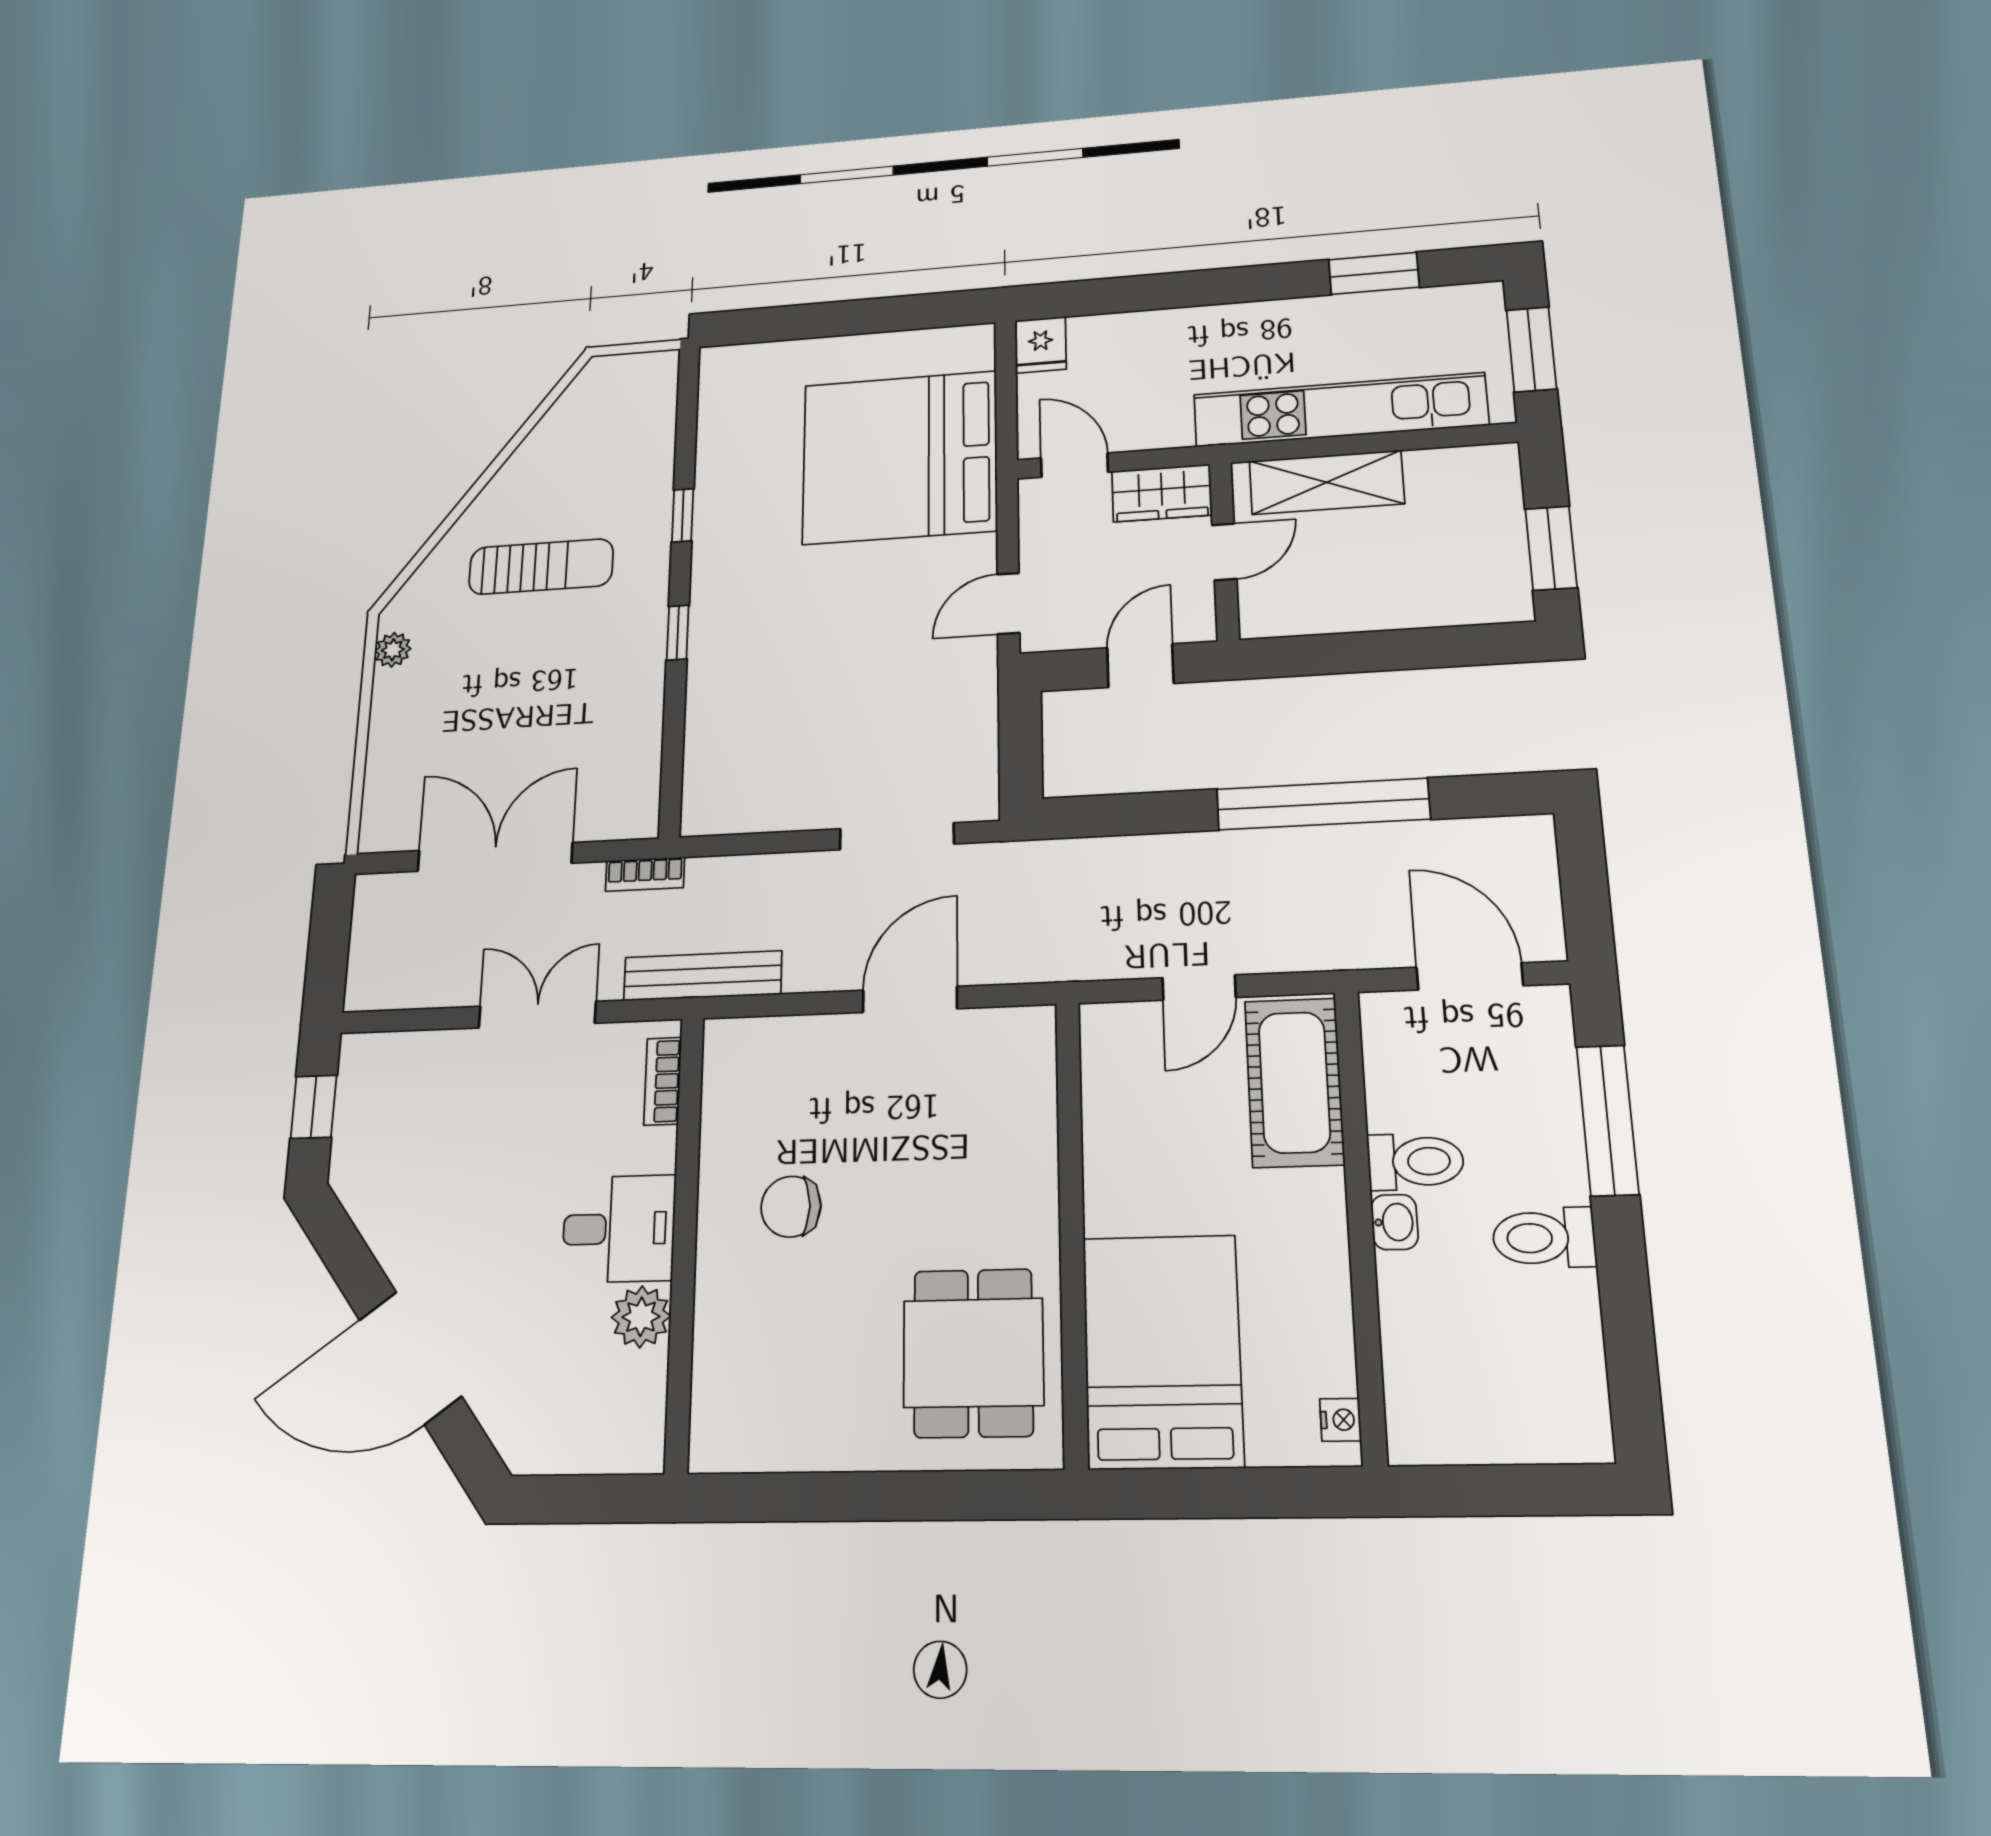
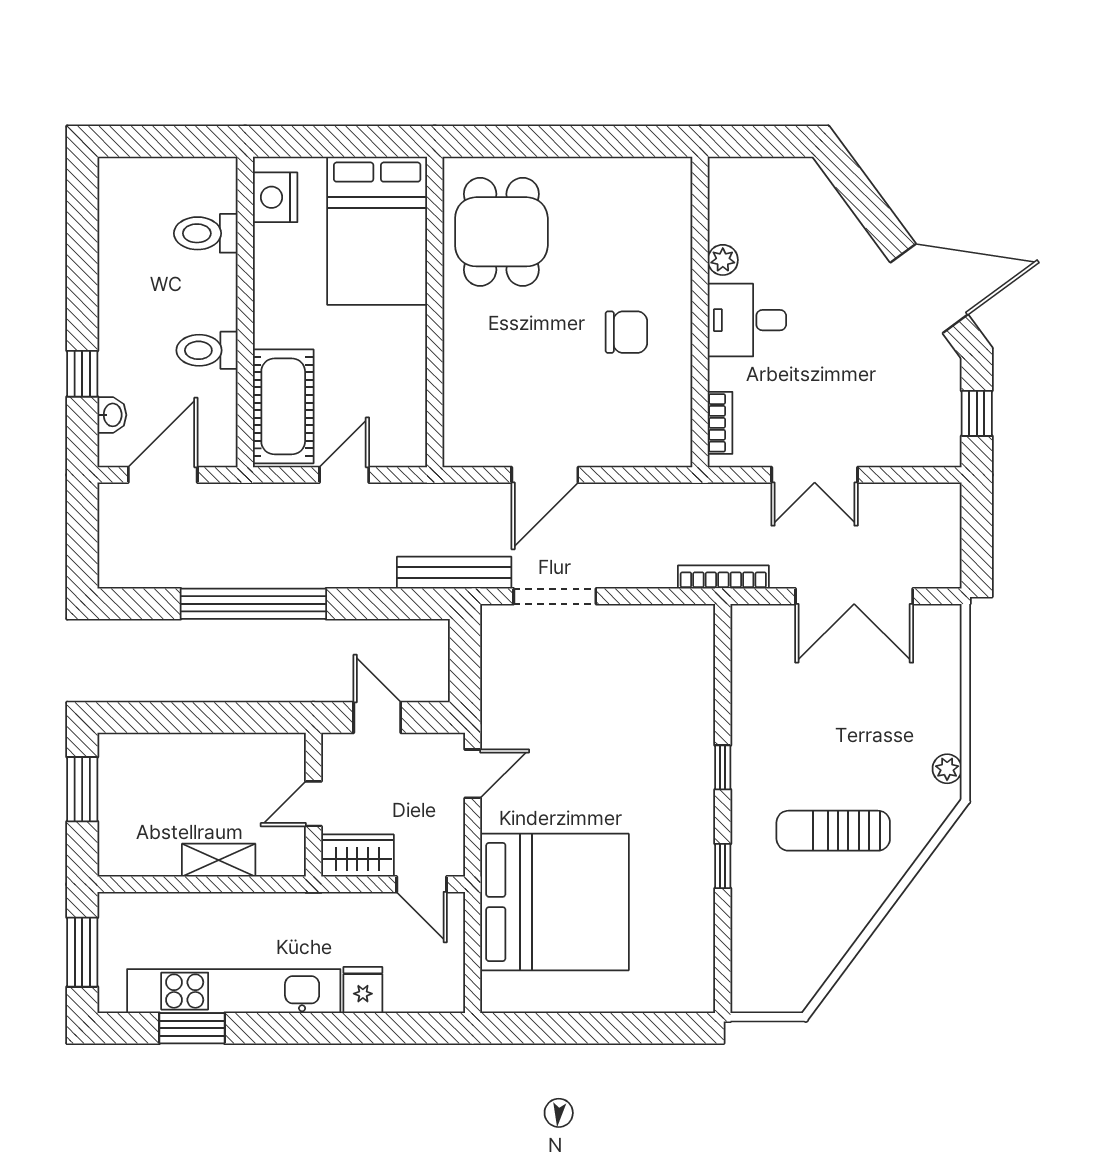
fridge: (1041, 345) -> (363, 990), moved
kitchen unit: (1340, 410) -> (234, 991), moved, turned 180
shelving: (1326, 482) -> (219, 860), width x0.67, depth x0.75
door: (1140, 666) -> (377, 717), swing flipped
bookcase: (645, 874) -> (723, 577), width x1.56
bench: (703, 976) -> (454, 573), moved
door: (1470, 976) -> (163, 475), swing flipped
window: (1608, 1120) -> (82, 374), width x0.46
washbasin: (1395, 1222) -> (112, 415), moved, turned 180
toilet: (1544, 1238) -> (206, 233), moved, turned 180
plant: (641, 1317) -> (723, 260), width x0.73, depth x0.73
door: (410, 1358) -> (929, 288), moved
nightstand: (1341, 1420) -> (275, 197), width x1.89, depth x1.79

